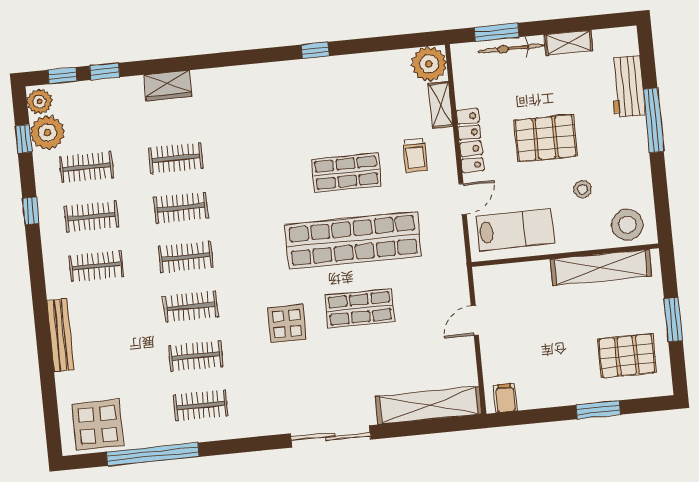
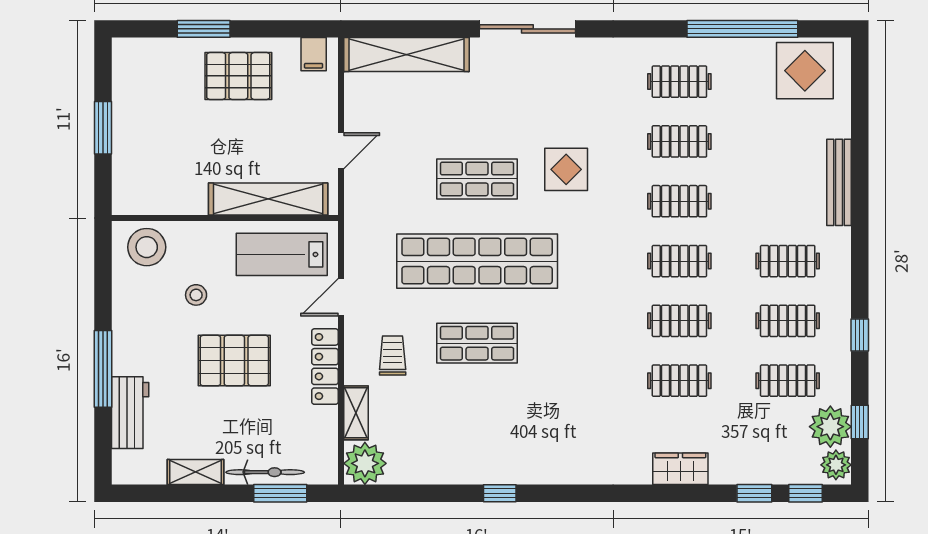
shelving: (601, 267) -> (268, 199), moved
pallet: (627, 356) -> (238, 76), moved

